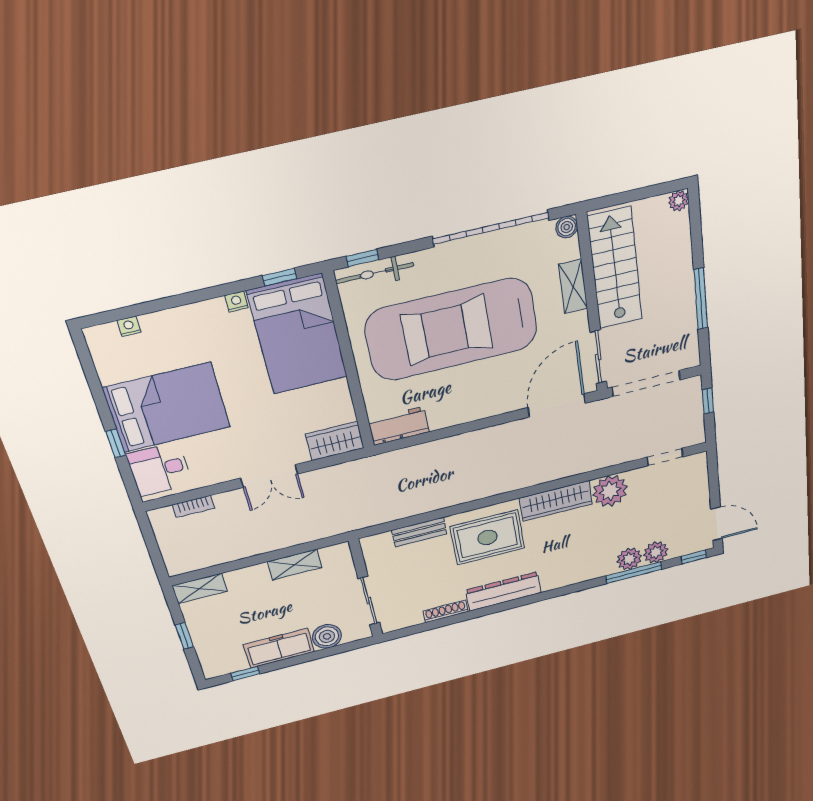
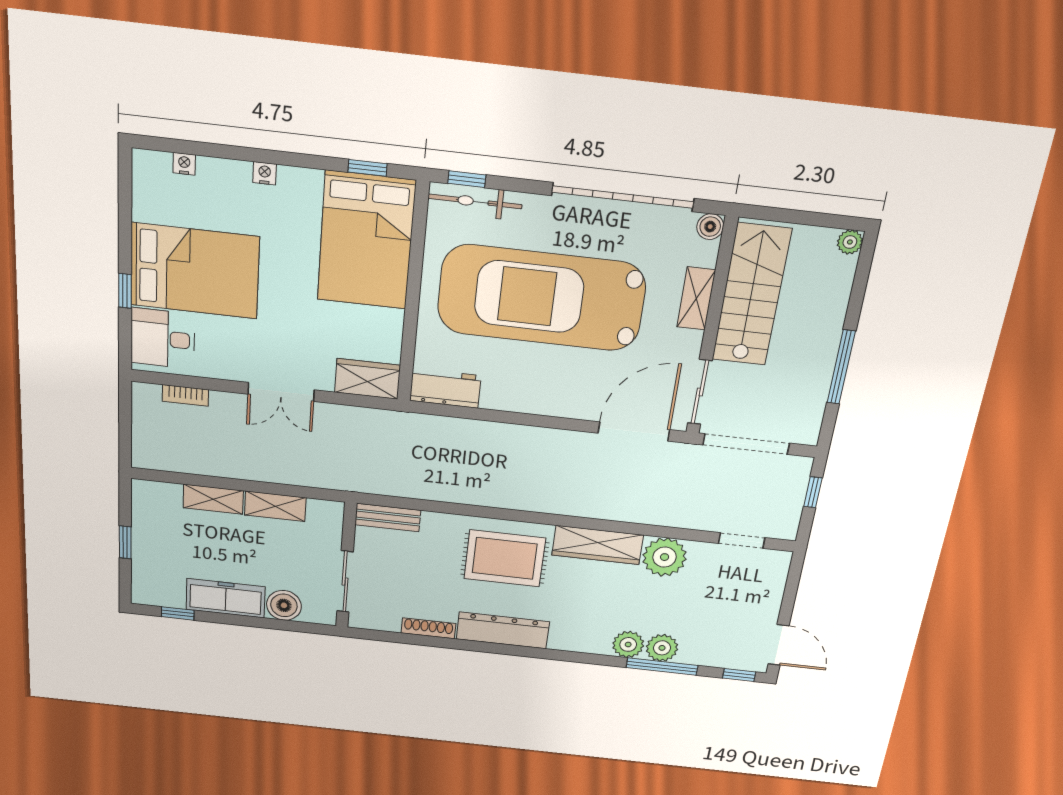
nightstand: (236, 302) -> (265, 173), moved
bench: (419, 532) -> (388, 518), moved
plant: (656, 552) -> (628, 644), moved
shelving: (200, 588) -> (213, 499), moved

